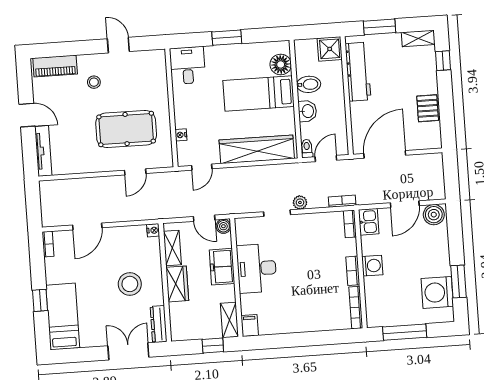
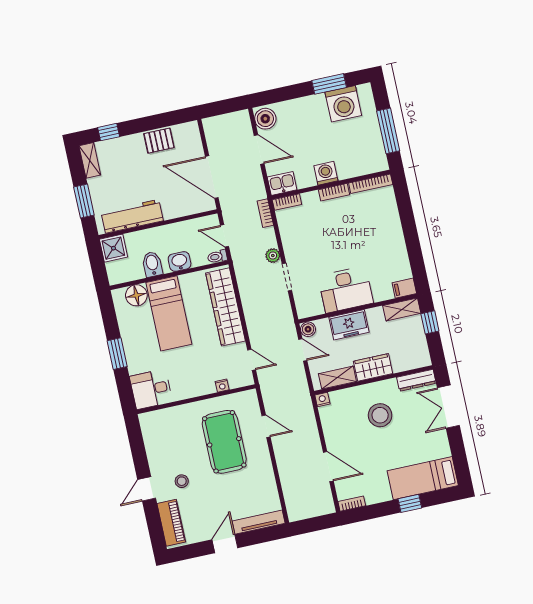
door: (118, 45) -> (147, 489), moved
door: (204, 218) -> (303, 350), hinge flipped

